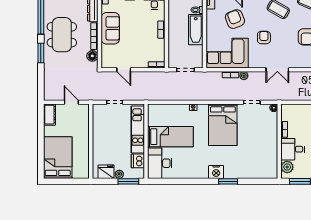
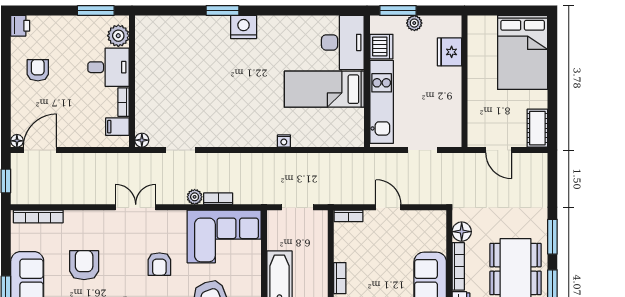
door: (124, 70) -> (388, 207), moved
filing cabinet: (288, 115) -> (117, 127), added
bed: (223, 125) -> (232, 110), removed
fridge: (106, 172) -> (450, 52), moved, turned 90

